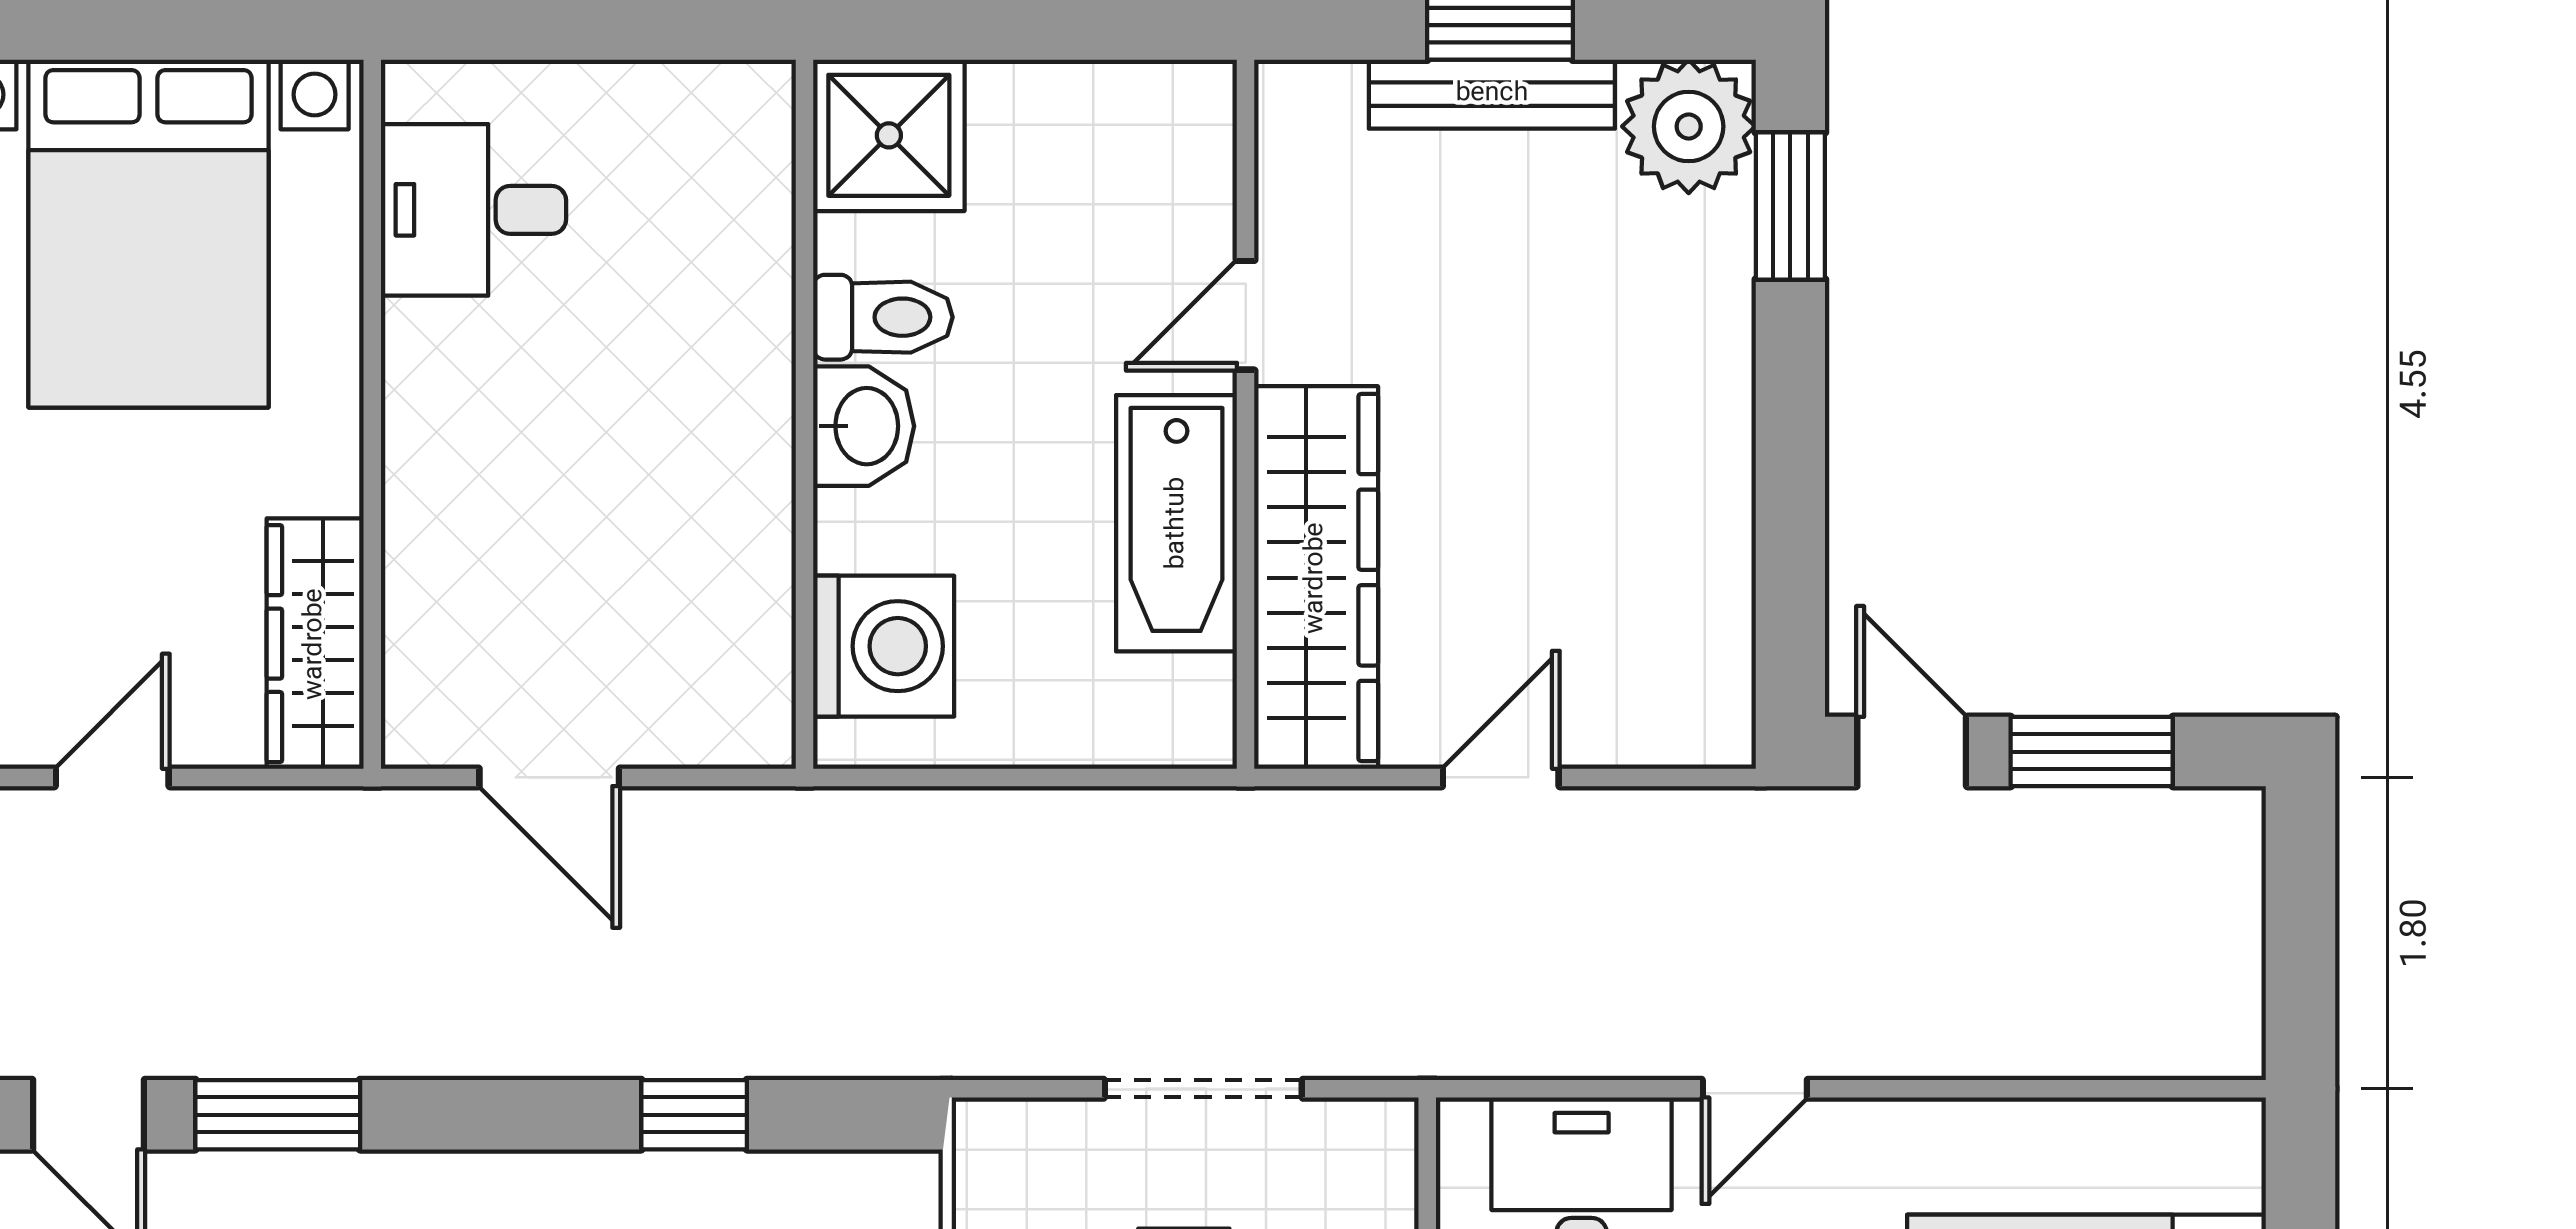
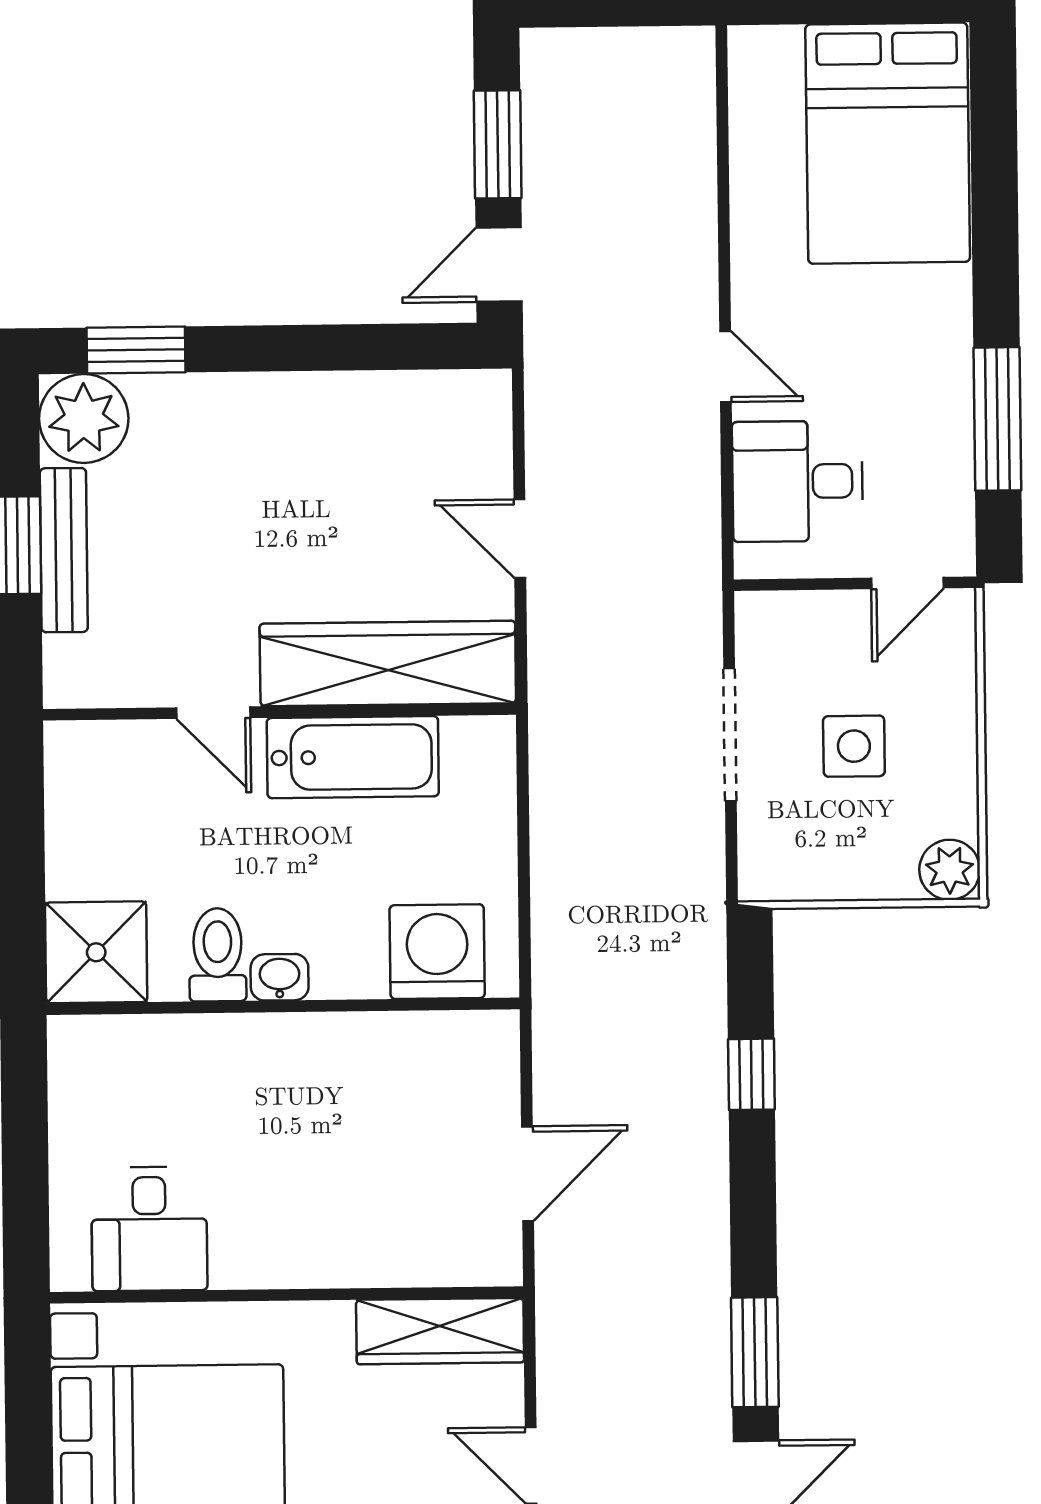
washbasin: (864, 426) -> (280, 977), width x0.72, depth x0.69

